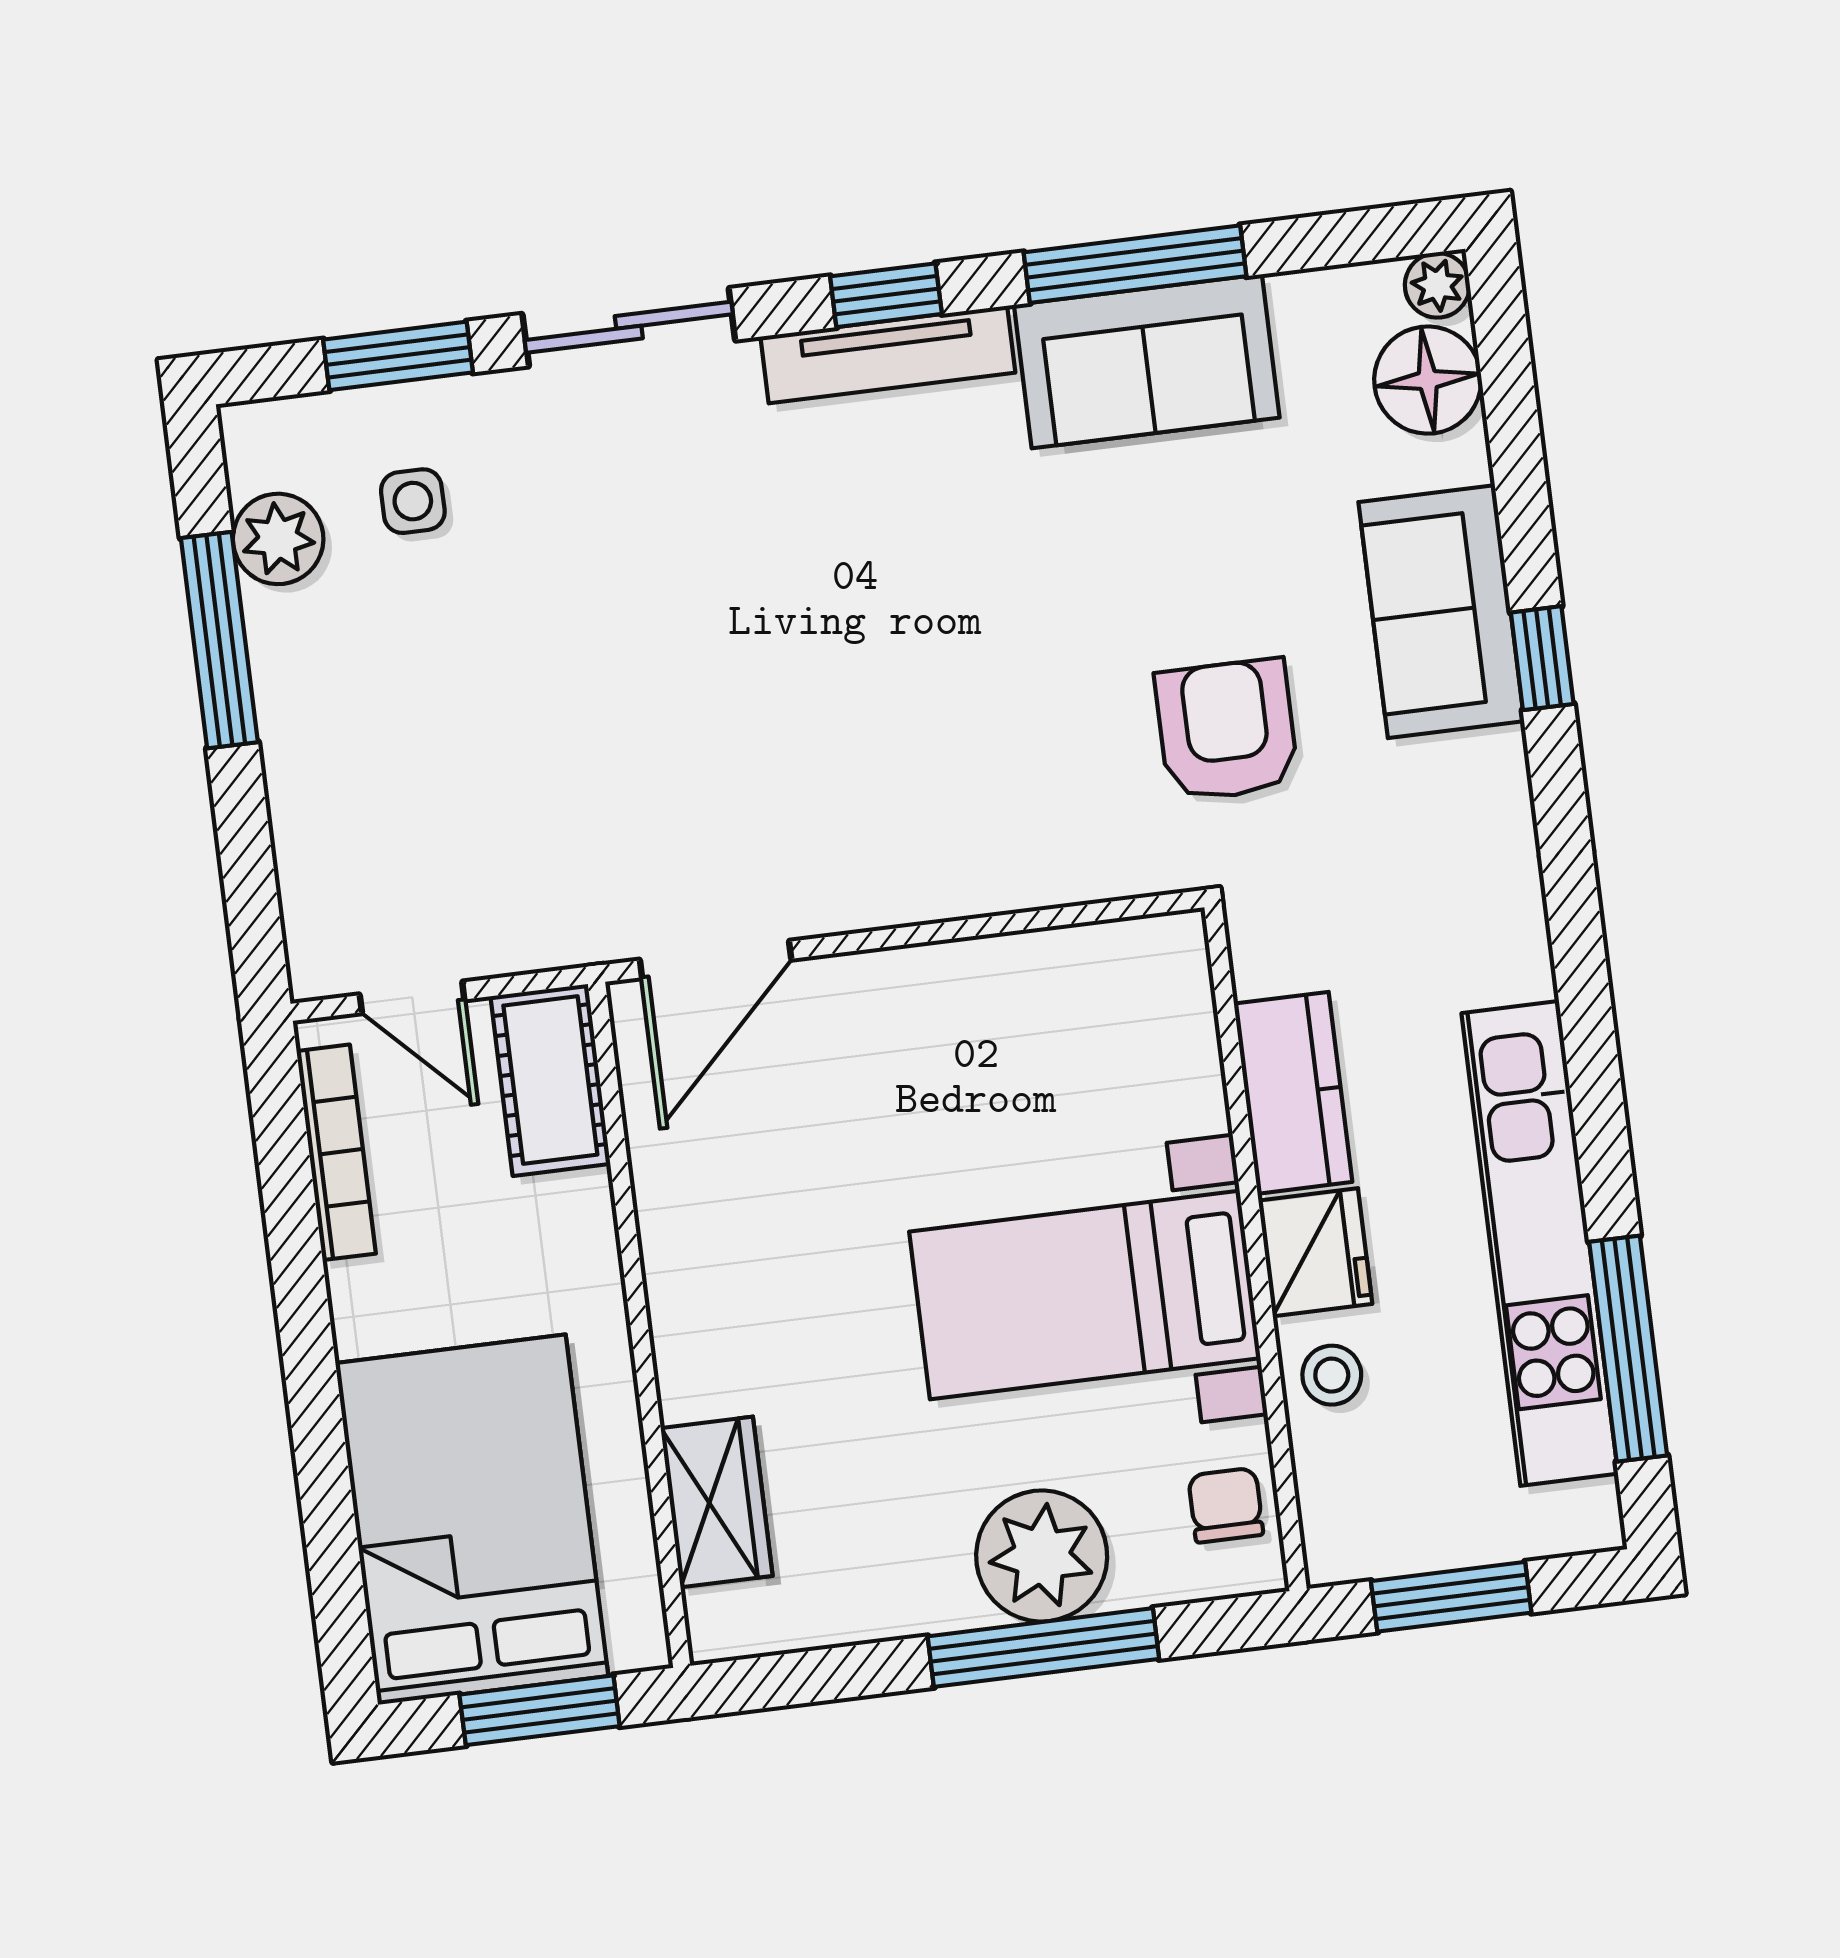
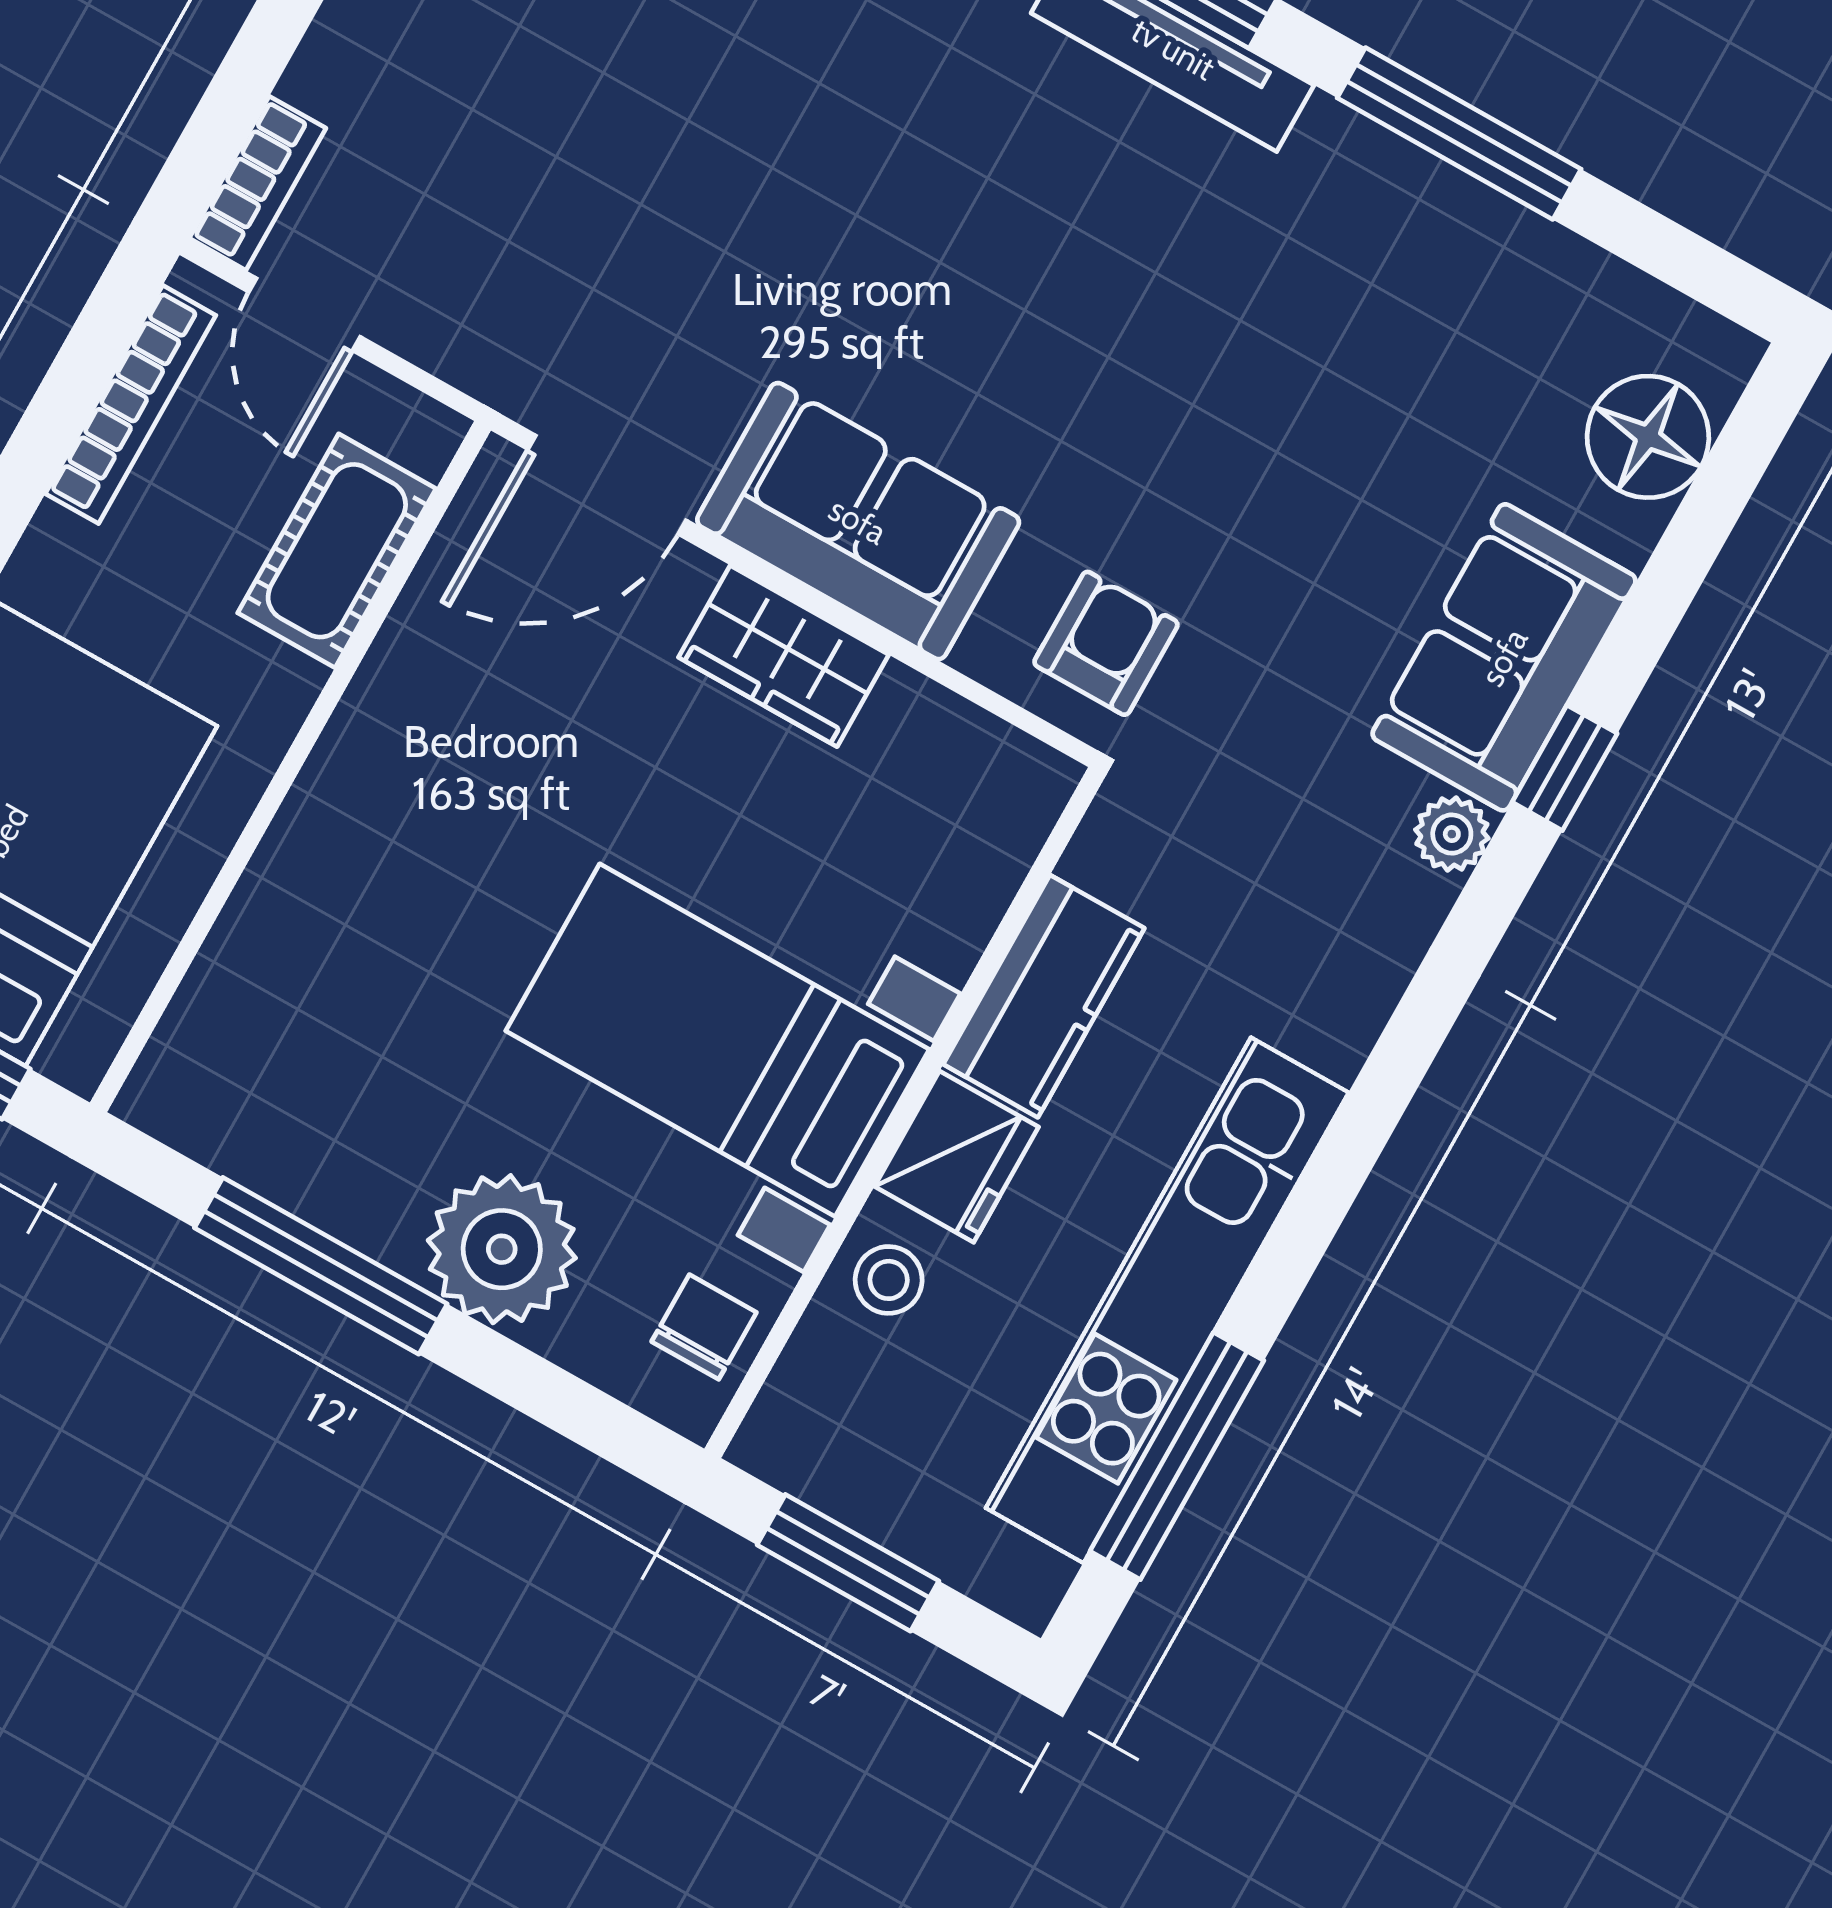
plant: (1437, 285) -> (1452, 834), moved
sofa: (1147, 361) -> (858, 521), moved, turned 180
armchair: (1227, 730) -> (1106, 643), moved, width x0.72, depth x0.72
bookcase: (310, 929) -> (258, 183), added
cot: (550, 1080) -> (337, 551), moved
wardrobe: (717, 1502) -> (784, 656), moved, turned 90
window: (1043, 1648) -> (321, 1266), moved

